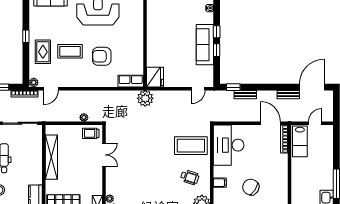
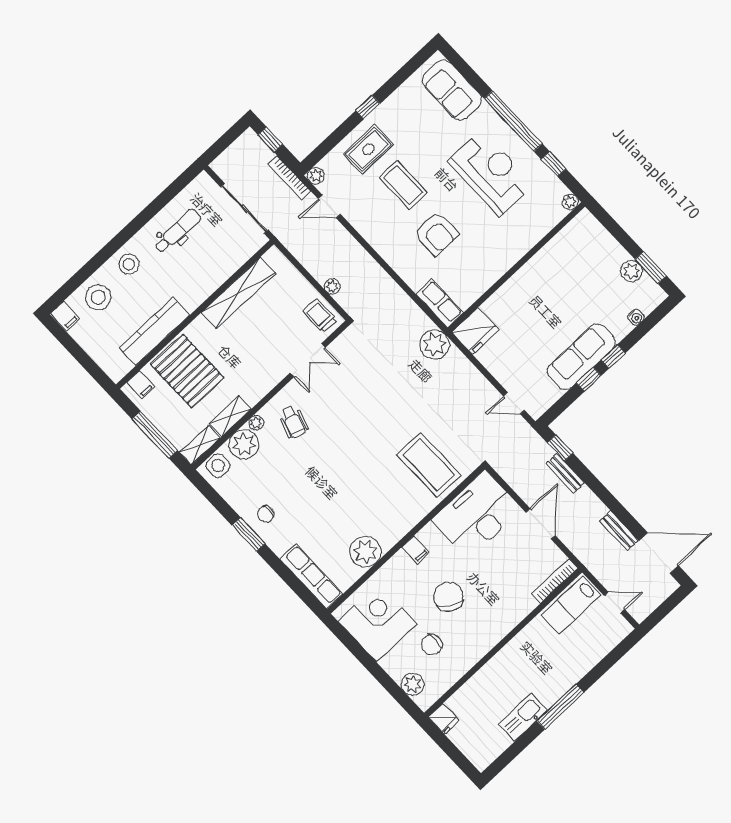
armchair: (102, 56) -> (436, 234), turned 180
door: (270, 123) -> (541, 524), moved
wheelchair: (190, 177) -> (293, 422), moved

